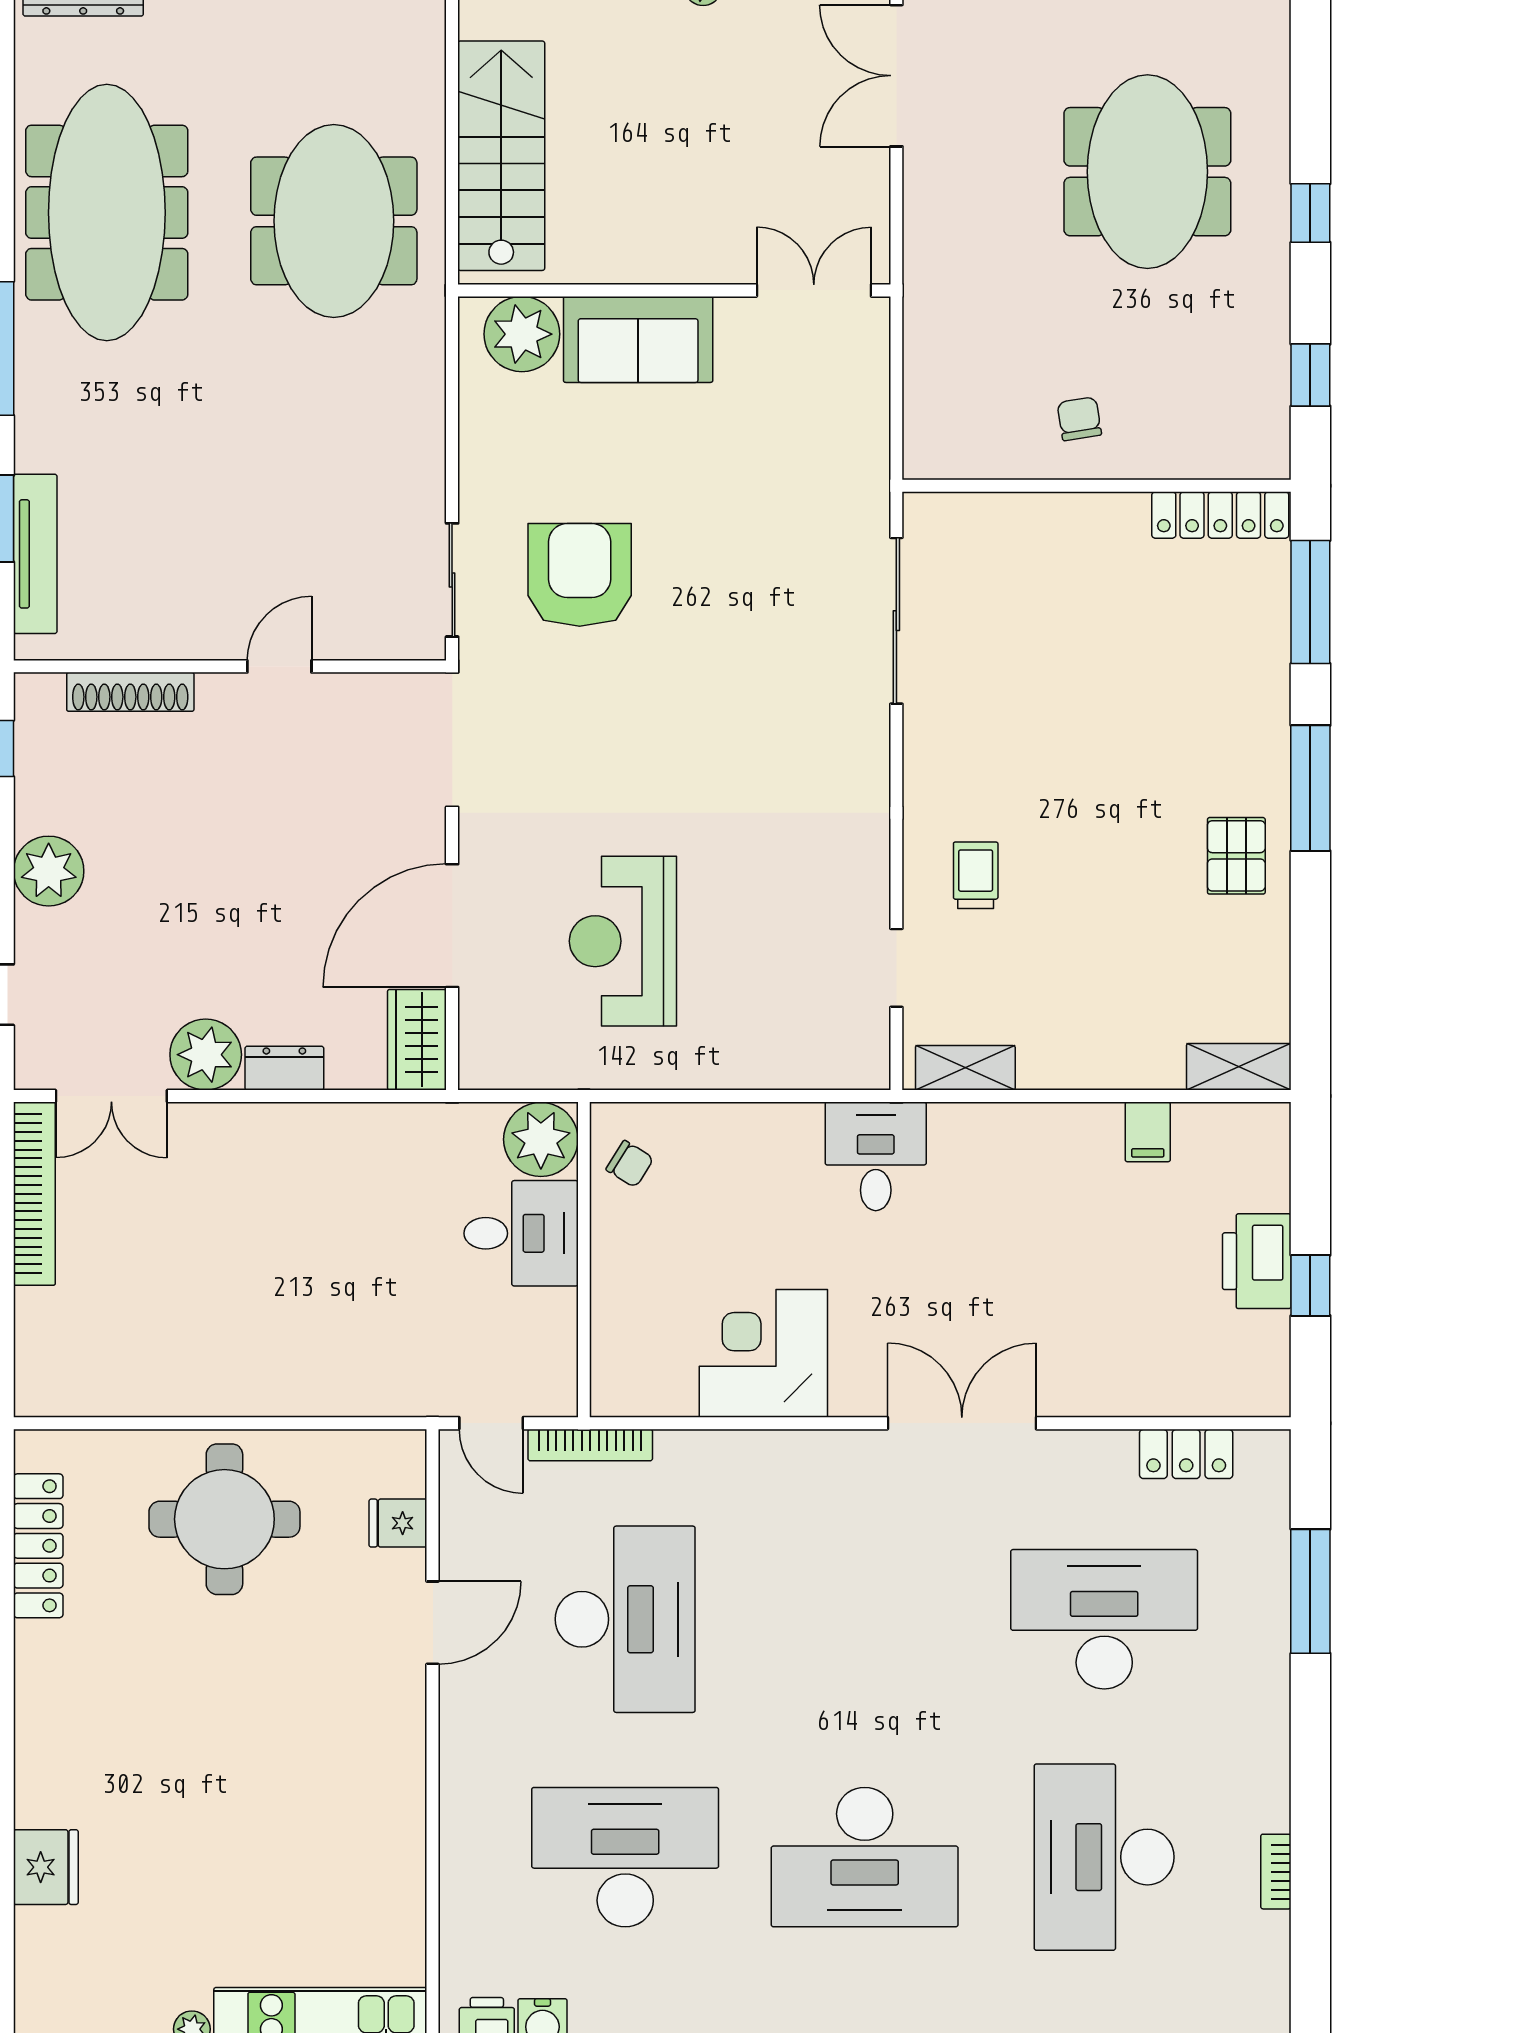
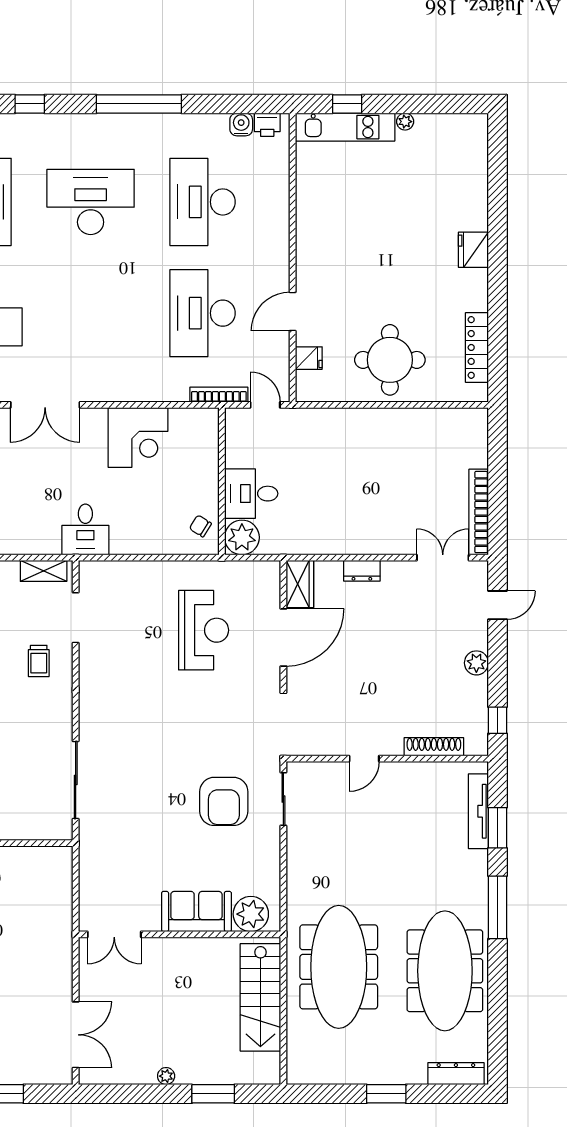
meeting table: (334, 221) -> (339, 967), width x1.36
plant: (49, 871) -> (476, 663), width x0.73, depth x0.73
doorway: (896, 968) -> (76, 618), width x1.38
plant: (206, 1055) -> (399, 577), removed
desk: (625, 1857) -> (203, 202), turned 90
fridge: (46, 1867) -> (473, 250), moved

